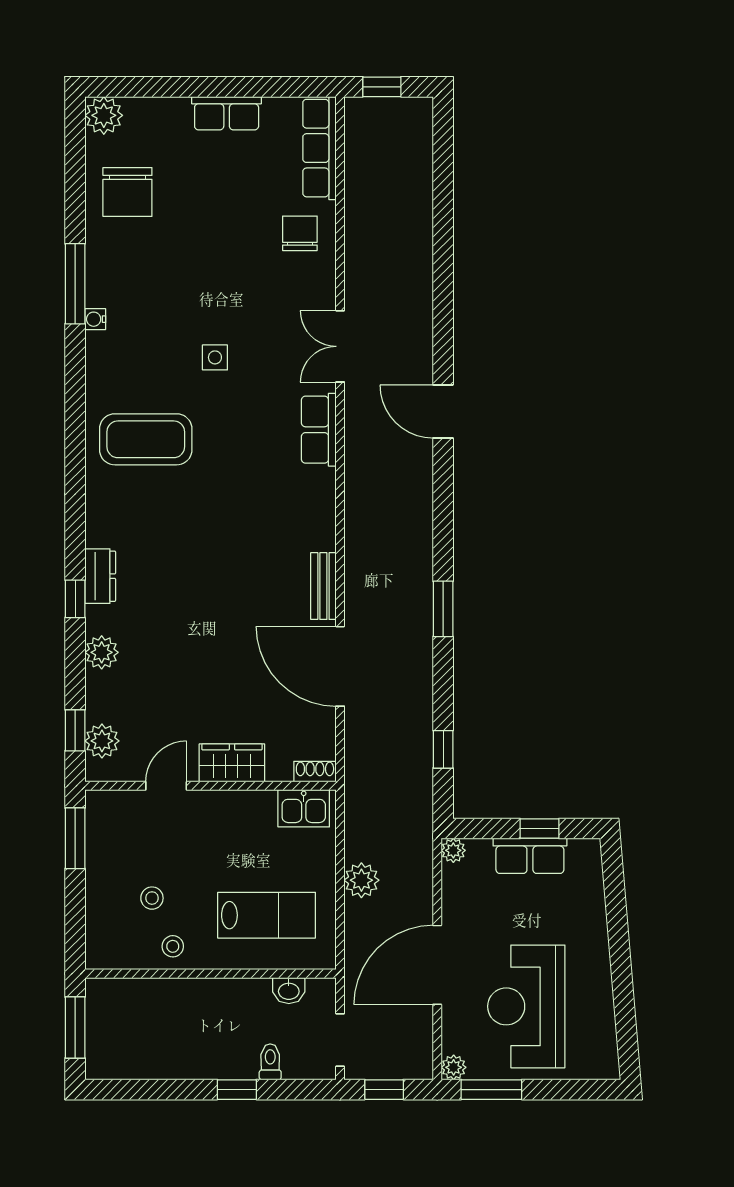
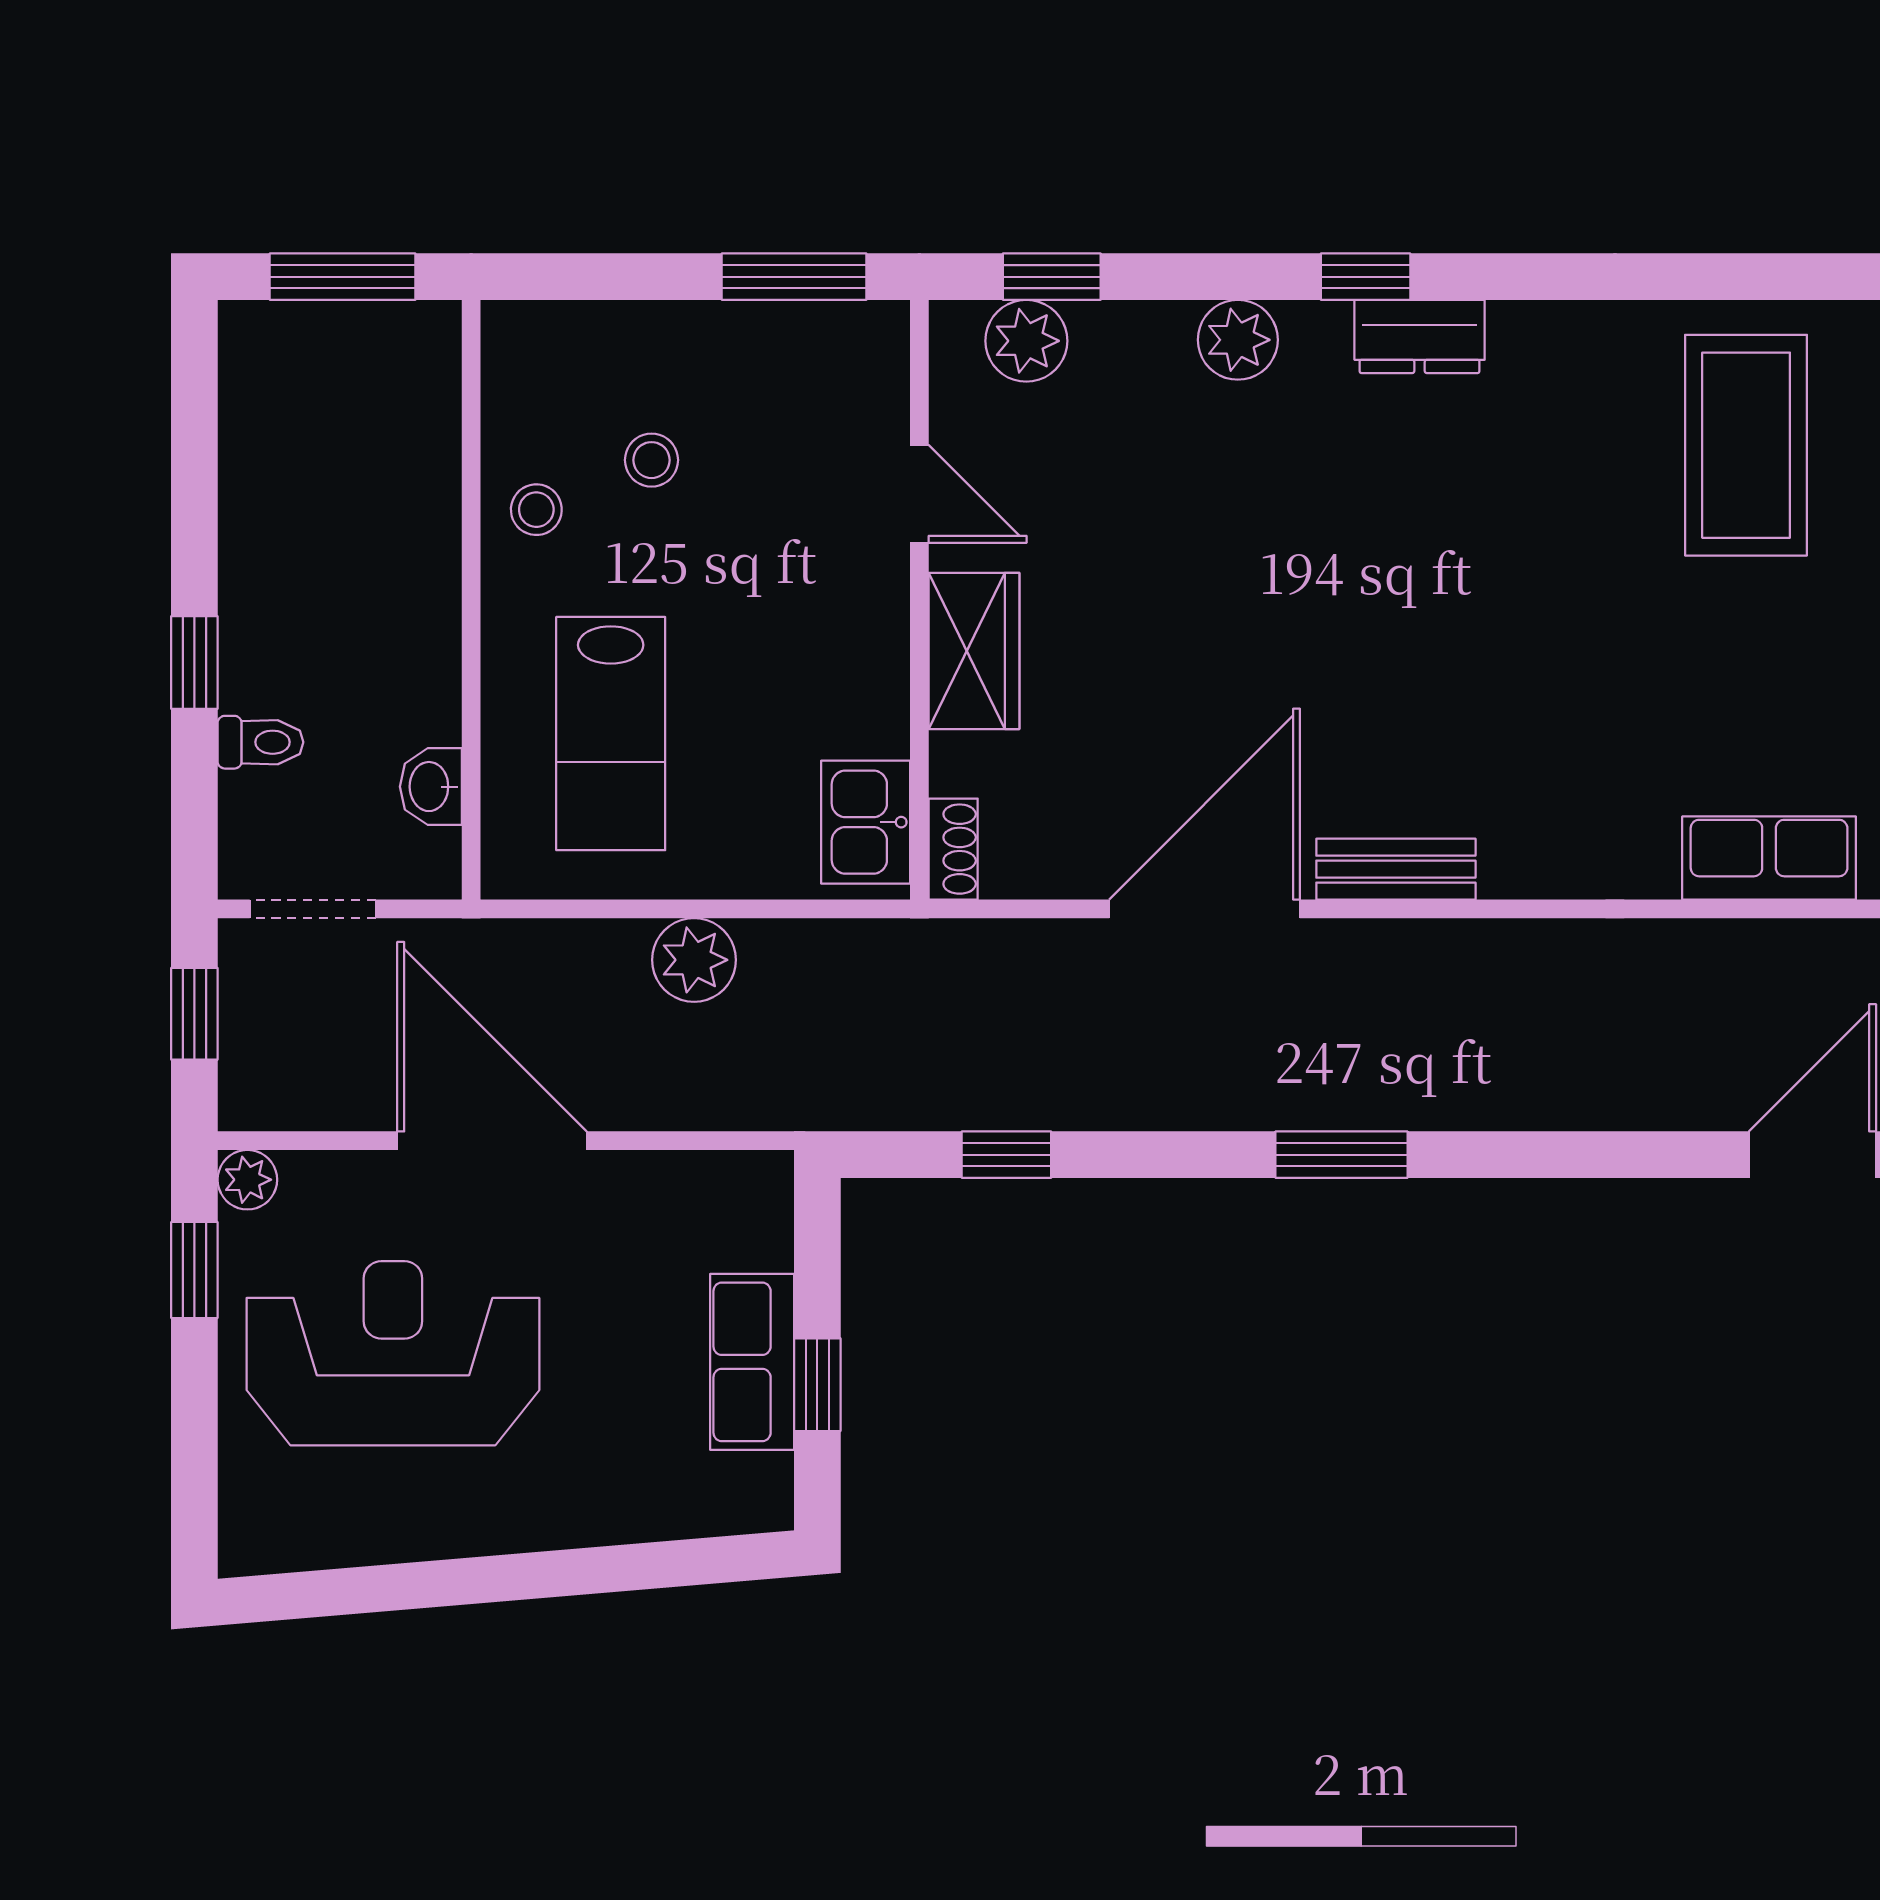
plant: (453, 850) -> (765, 1179), removed
window: (491, 1090) -> (194, 1270), width x0.67

